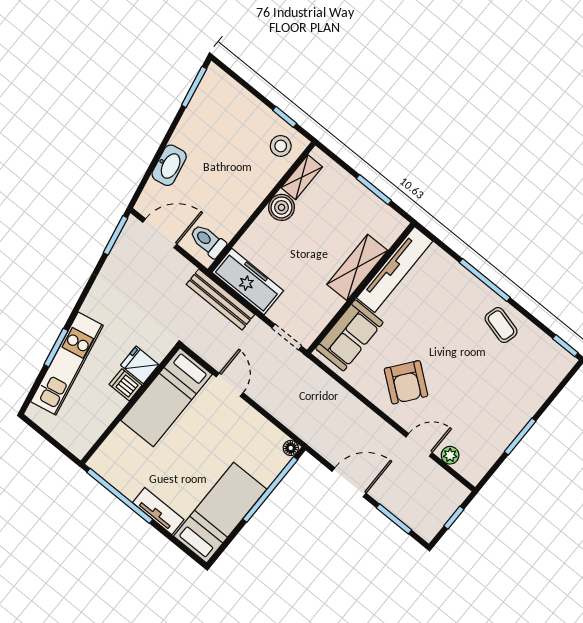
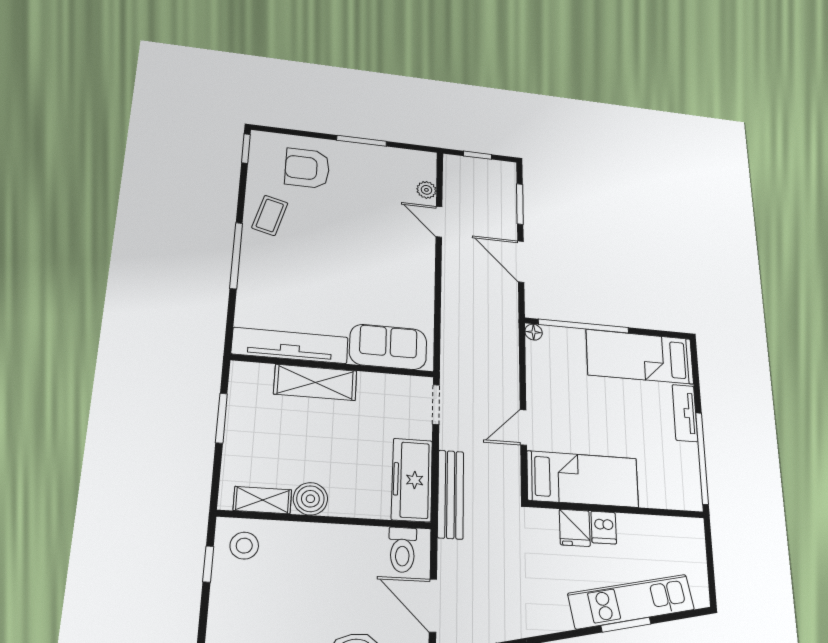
armchair: (406, 382) -> (307, 168), moved, turned -128

